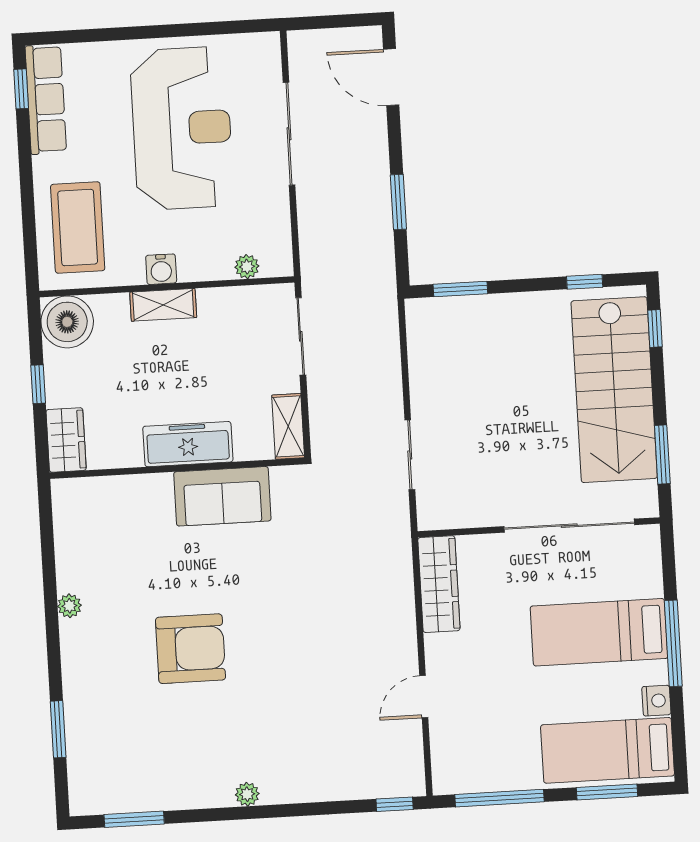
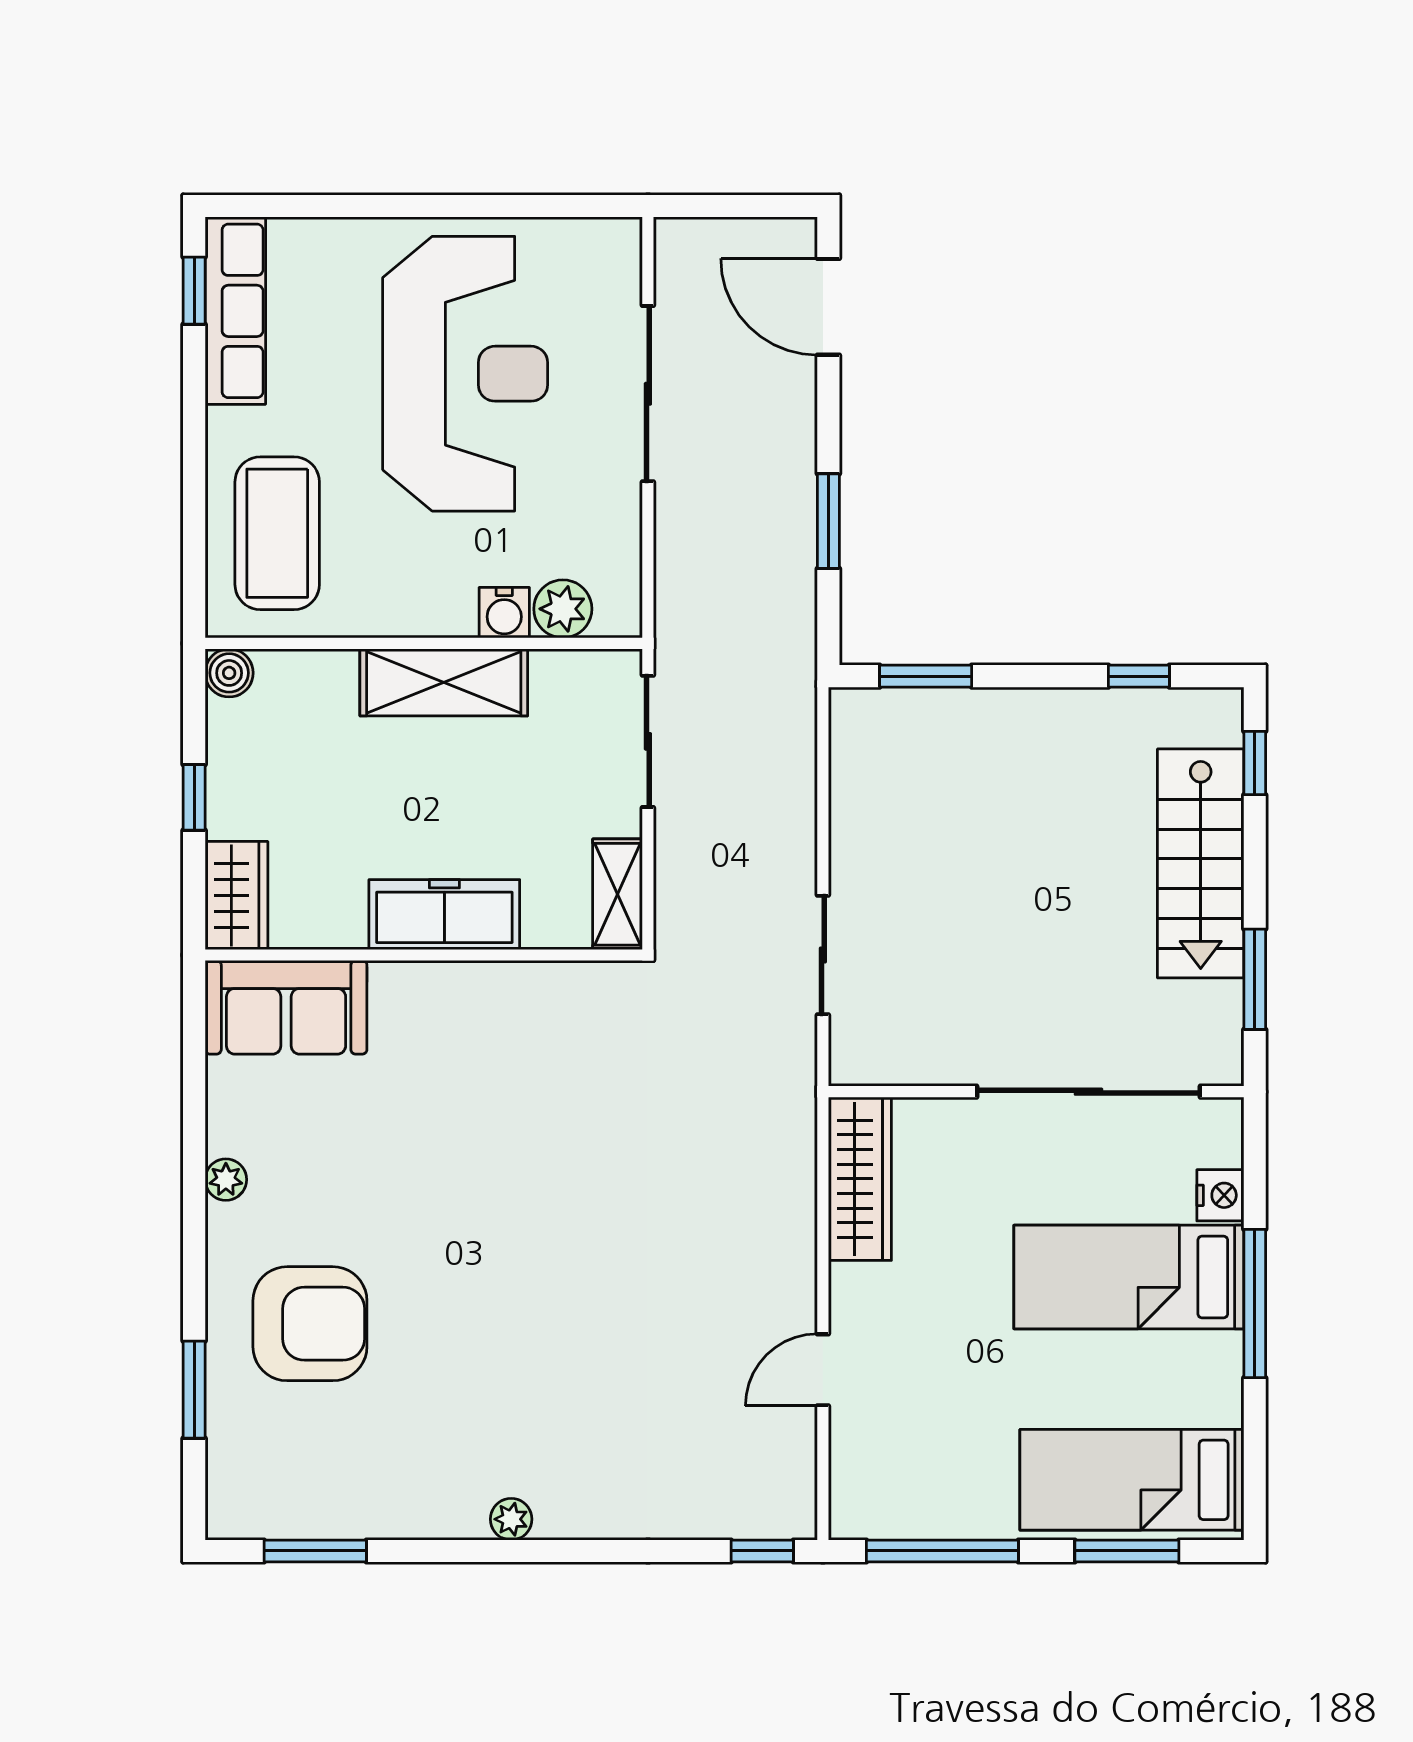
plant: (247, 267) -> (563, 609), width x1.38, depth x1.38
water cooler: (161, 269) -> (504, 613), moved
shelving: (163, 305) -> (444, 682), width x1.50, depth x1.33
boiler: (67, 322) -> (229, 673), width x0.54, depth x0.54
stairs: (614, 390) -> (1201, 863), width x0.73, depth x0.66
sofa: (222, 496) -> (286, 1007), moved
armchair: (191, 649) -> (310, 1324), moved
nightstand: (656, 701) -> (1220, 1195), moved

